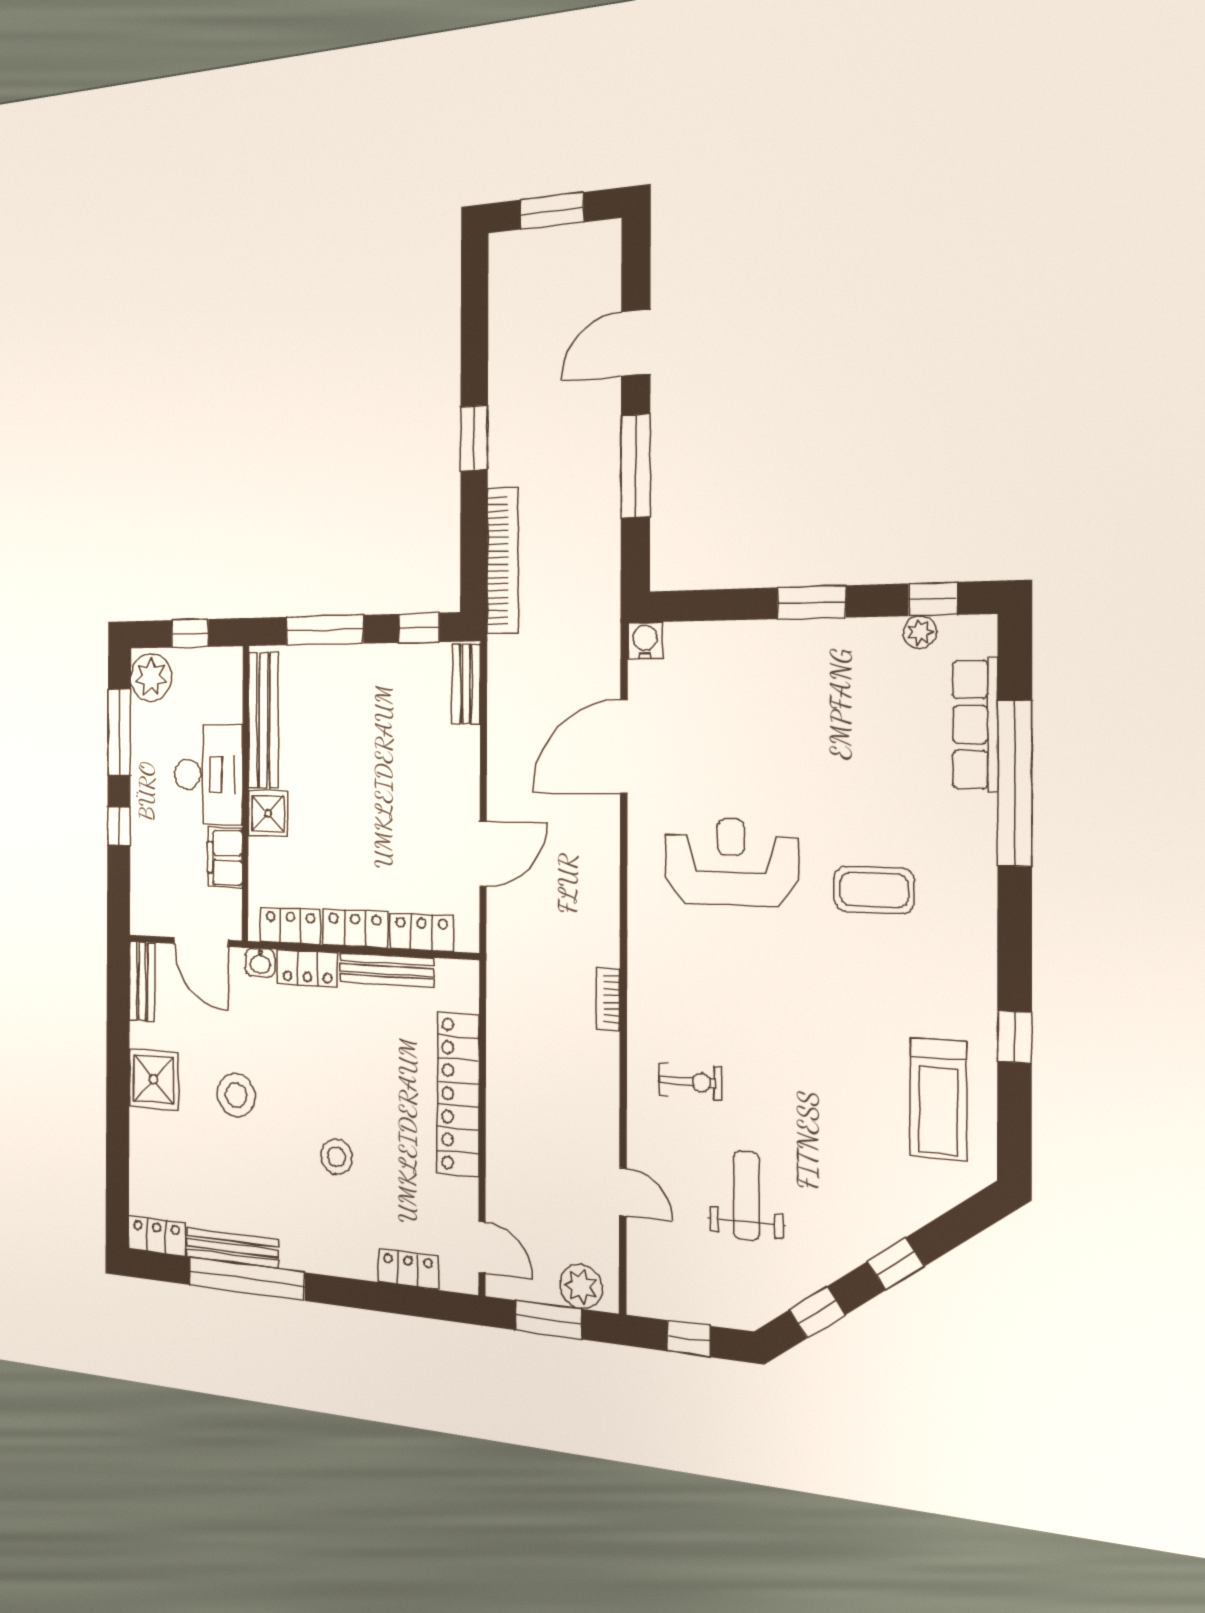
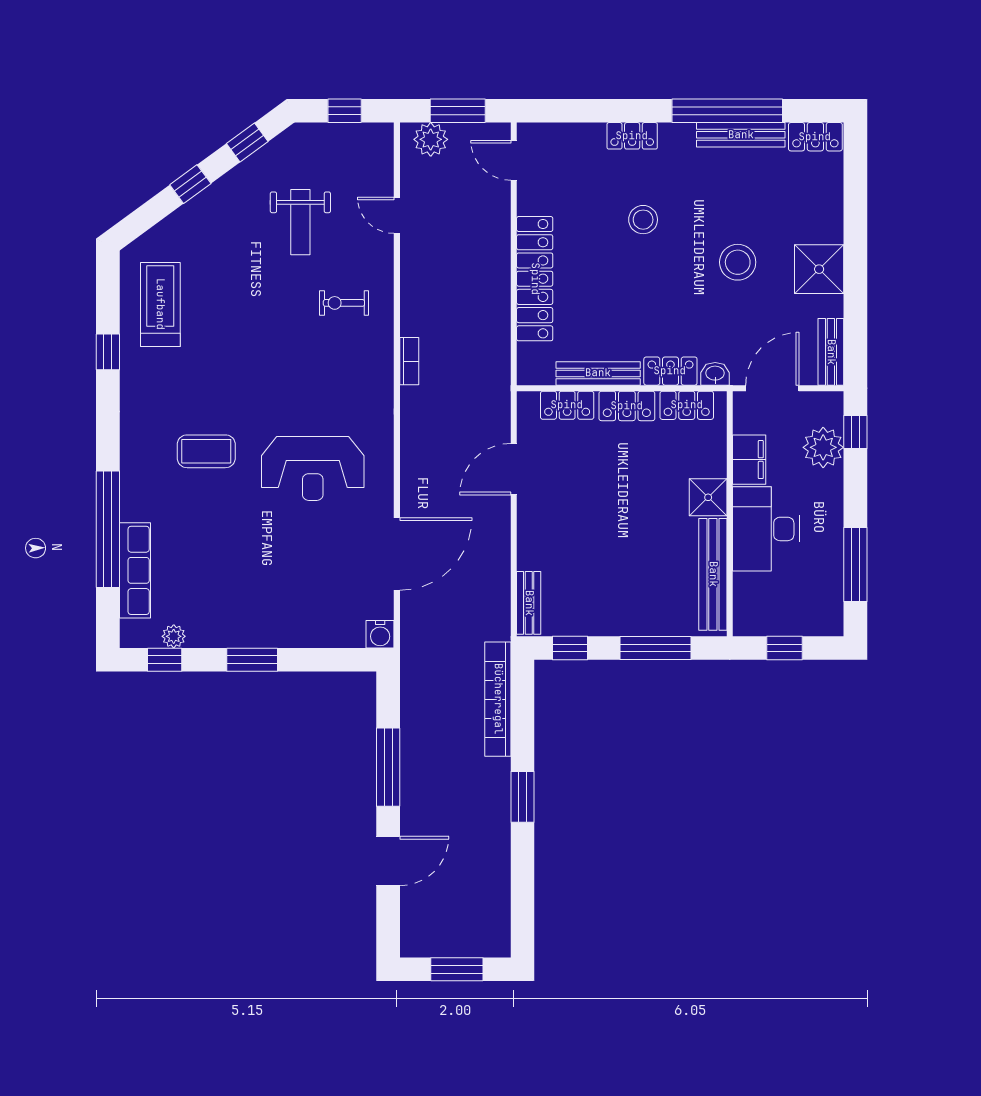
plant: (151, 677) -> (823, 447), moved
window: (119, 826) -> (855, 432), moved
door: (201, 942) -> (772, 388), hinge flipped
locker: (408, 1269) -> (632, 136), moved

